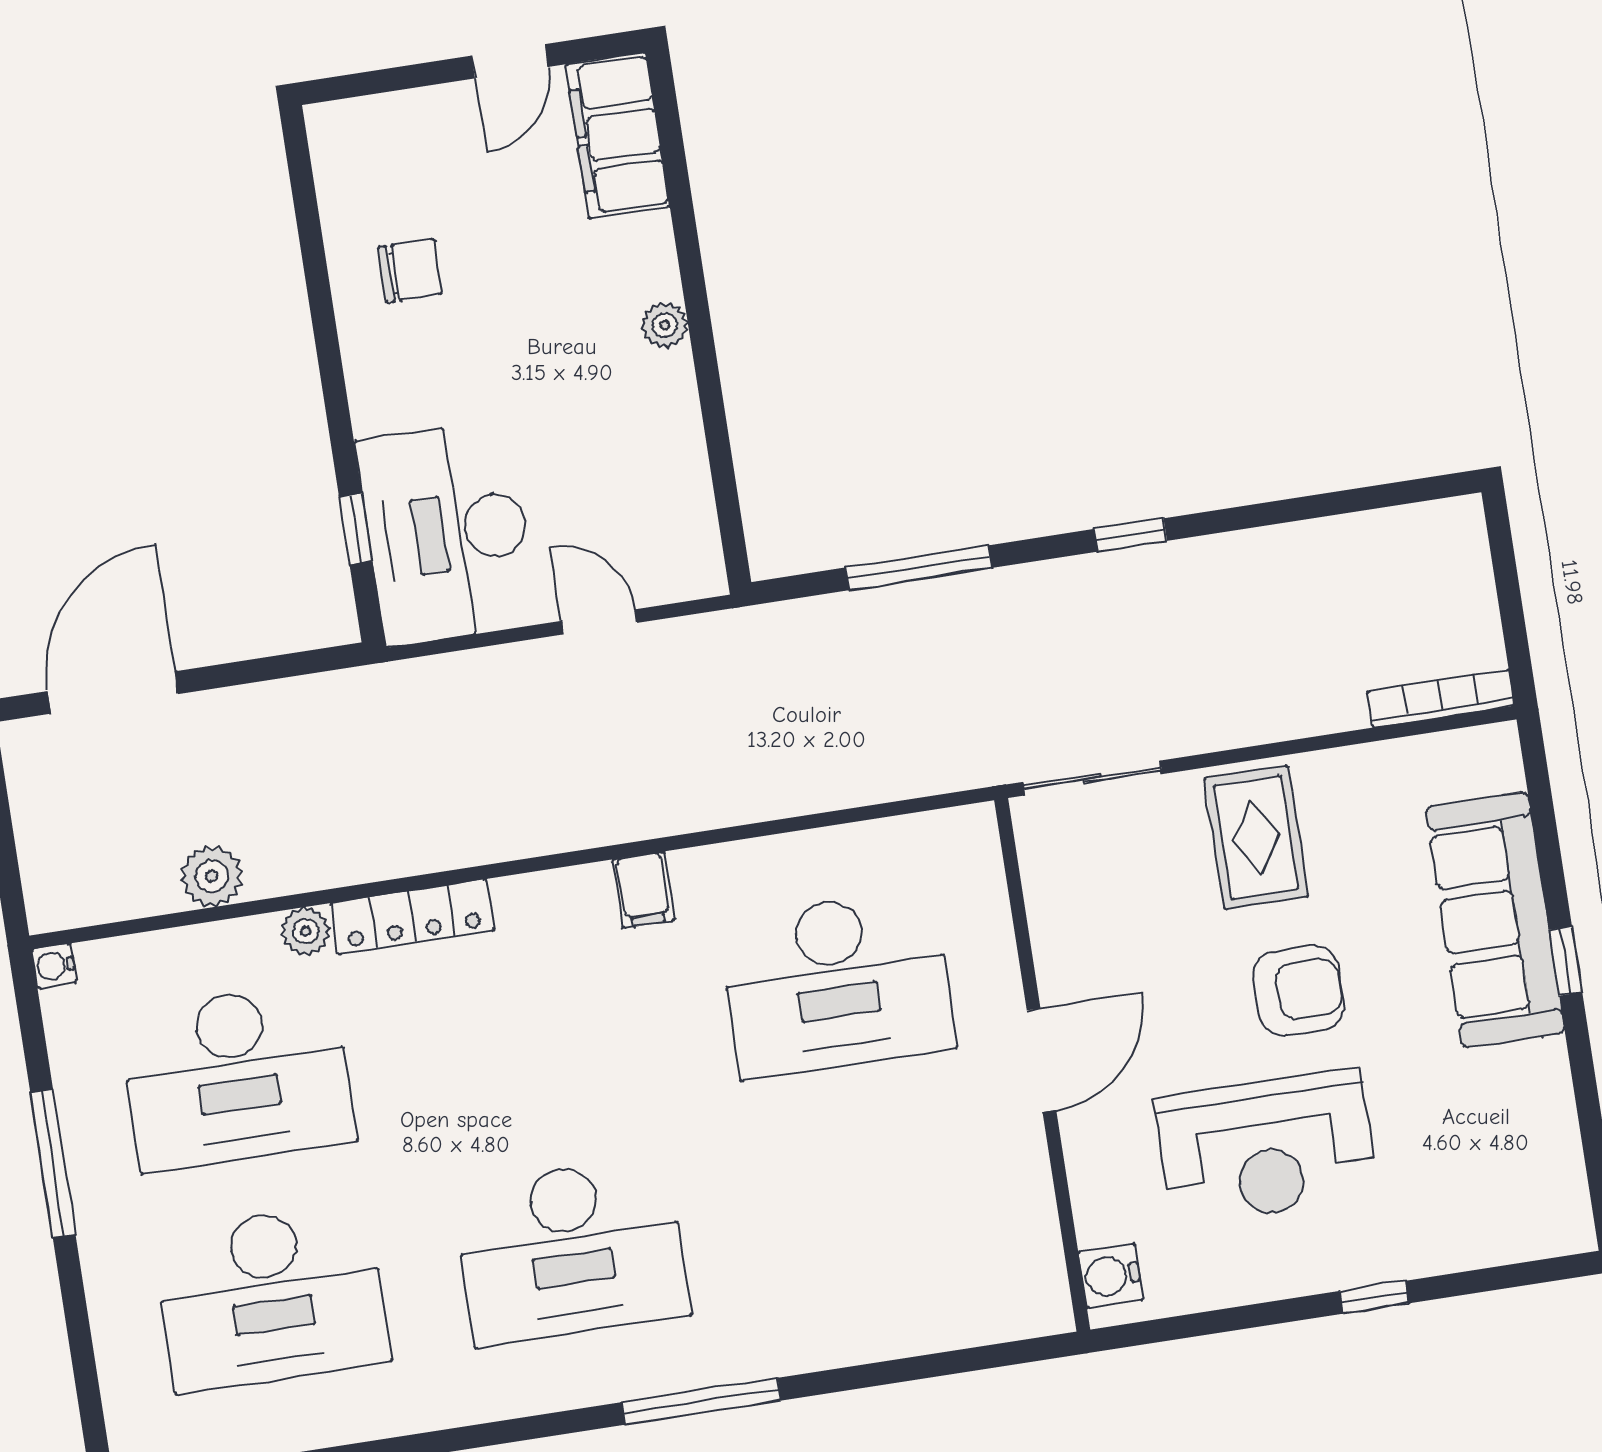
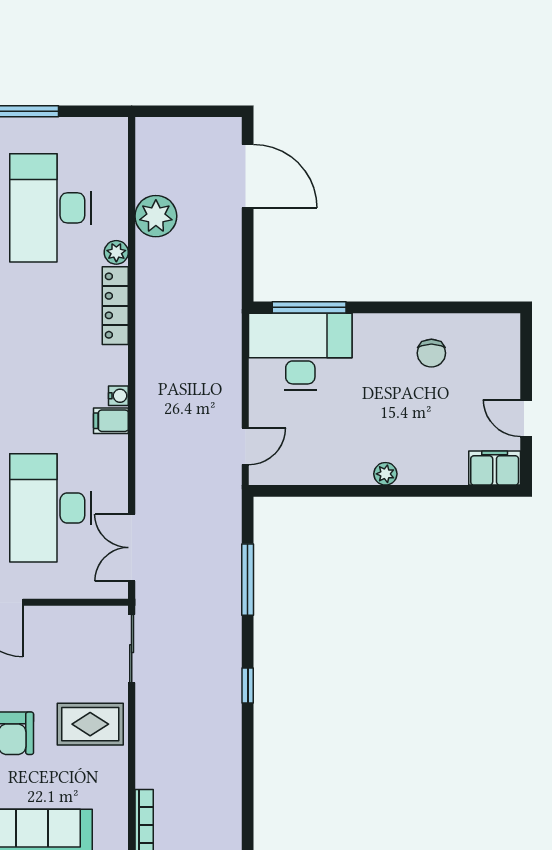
filing cabinet: (618, 135) -> (495, 468), width x0.67, depth x0.86
window: (356, 529) -> (309, 307), width x2.17
door: (599, 622) -> (245, 446), moved
double door: (891, 809) -> (132, 548), added
plant: (212, 876) -> (156, 216), width x1.36, depth x1.36
water cooler: (54, 966) -> (118, 396), moved, turned 90

